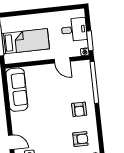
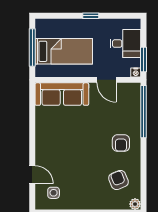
window: (44, 10) -> (91, 16), added
sofa: (17, 90) -> (62, 94), moved, turned 90
armchair: (80, 139) -> (118, 180), turned -112

